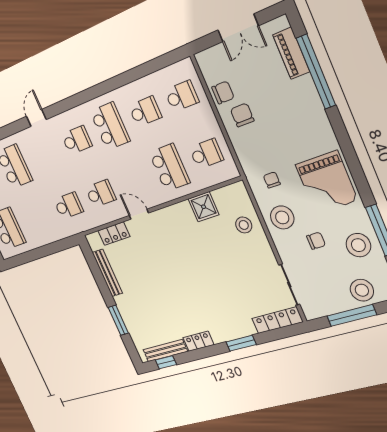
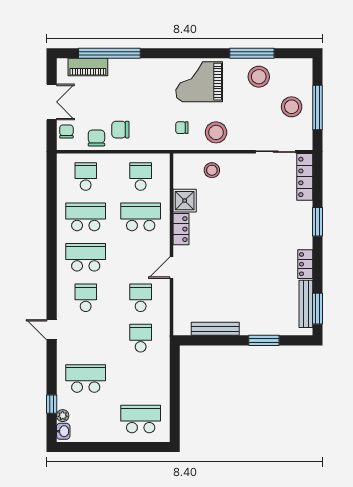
school desk: (145, 111) -> (86, 217), width x1.85
grand piano: (326, 183) -> (199, 82), turned 180
locker: (114, 234) -> (181, 229), moved
chair: (316, 241) -> (66, 131), moved
stool: (362, 290) -> (292, 107), moved
window: (166, 362) -> (317, 309), width x1.50

